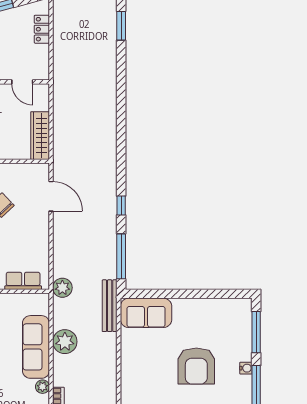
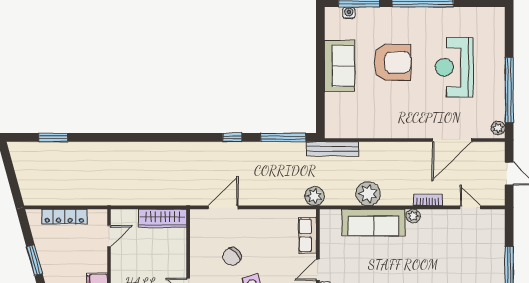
locker: (42, 29) -> (64, 217), width x1.53
sofa: (146, 313) -> (340, 66), moved
water cooler: (246, 368) -> (349, 13), moved

